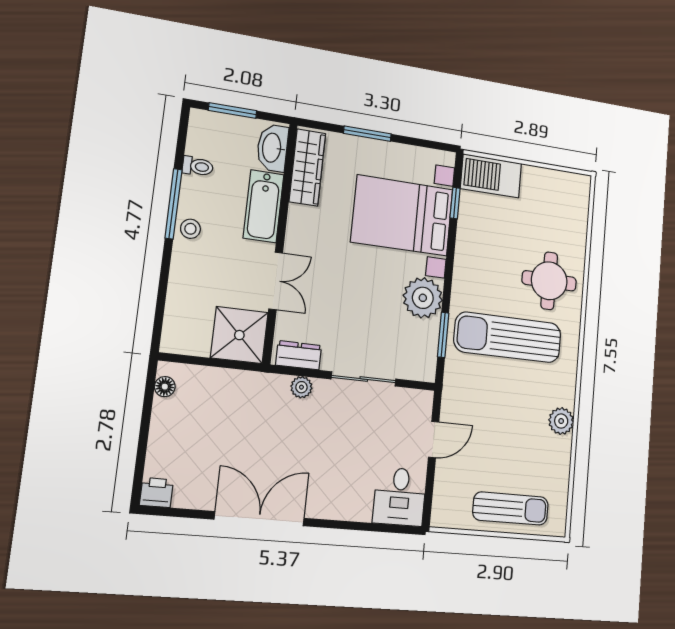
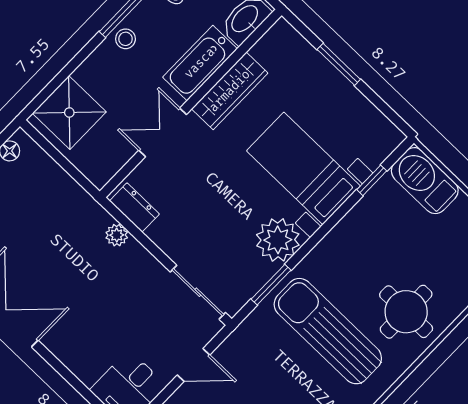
wardrobe: (307, 167) -> (230, 91), moved
bed with nightstands: (402, 215) -> (303, 168), width x0.73
double door: (276, 281) -> (163, 132), swing flipped
shower: (239, 335) -> (69, 112), moved
sliding door: (364, 379) -> (198, 292), moved

